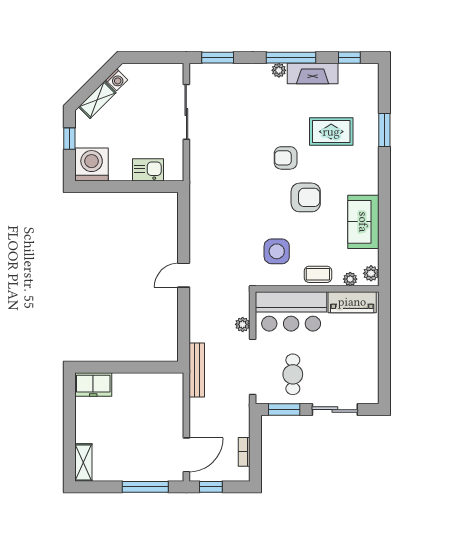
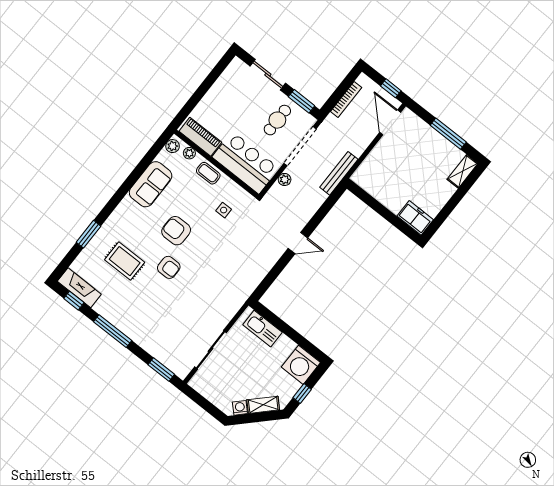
plant: (279, 70) -> (127, 329), removed
fireplace: (313, 74) -> (79, 288), moved
kitchen sink: (148, 170) -> (262, 329), width x1.38
side table: (277, 251) -> (224, 210), width x0.54, depth x0.54
bookcase: (244, 452) -> (346, 100), width x1.56
door: (186, 455) -> (390, 122), hinge flipped
window: (145, 487) -> (448, 134), moved

